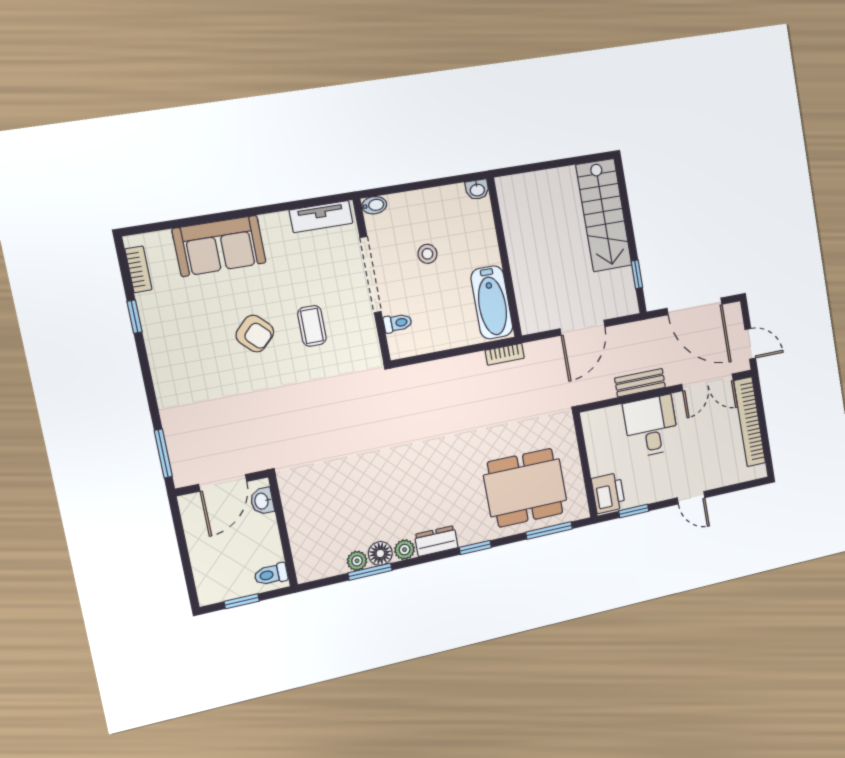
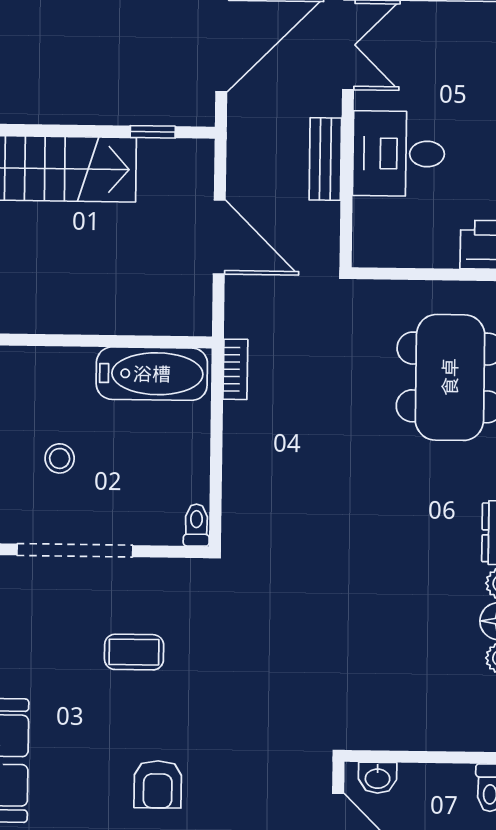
toilet: (398, 323) -> (196, 525), moved
armchair: (255, 334) -> (158, 784), moved, turned 135

